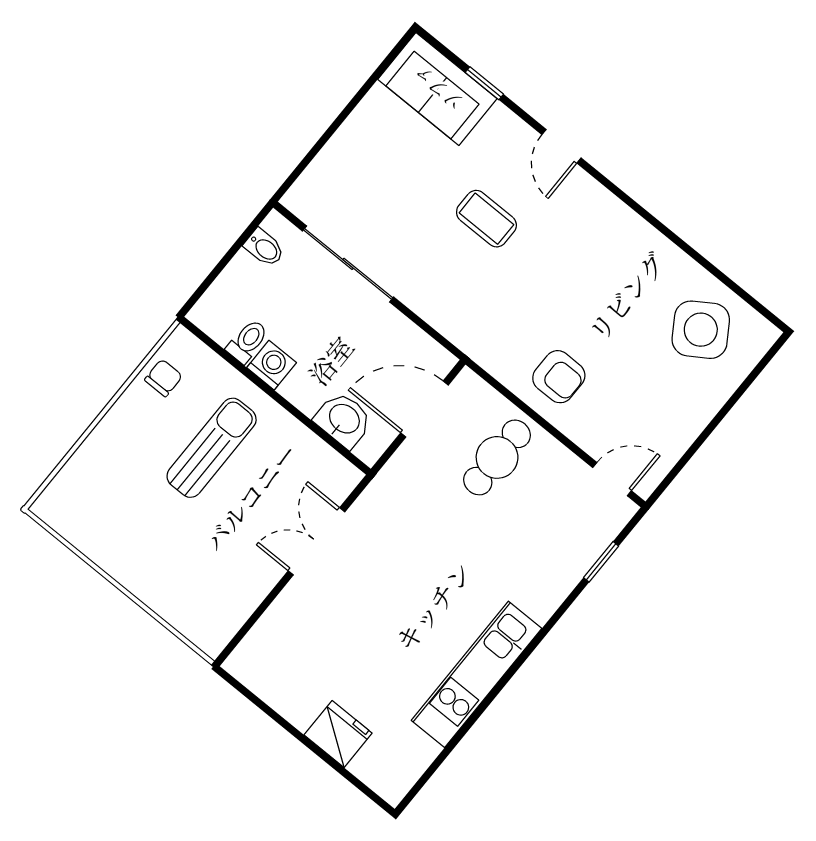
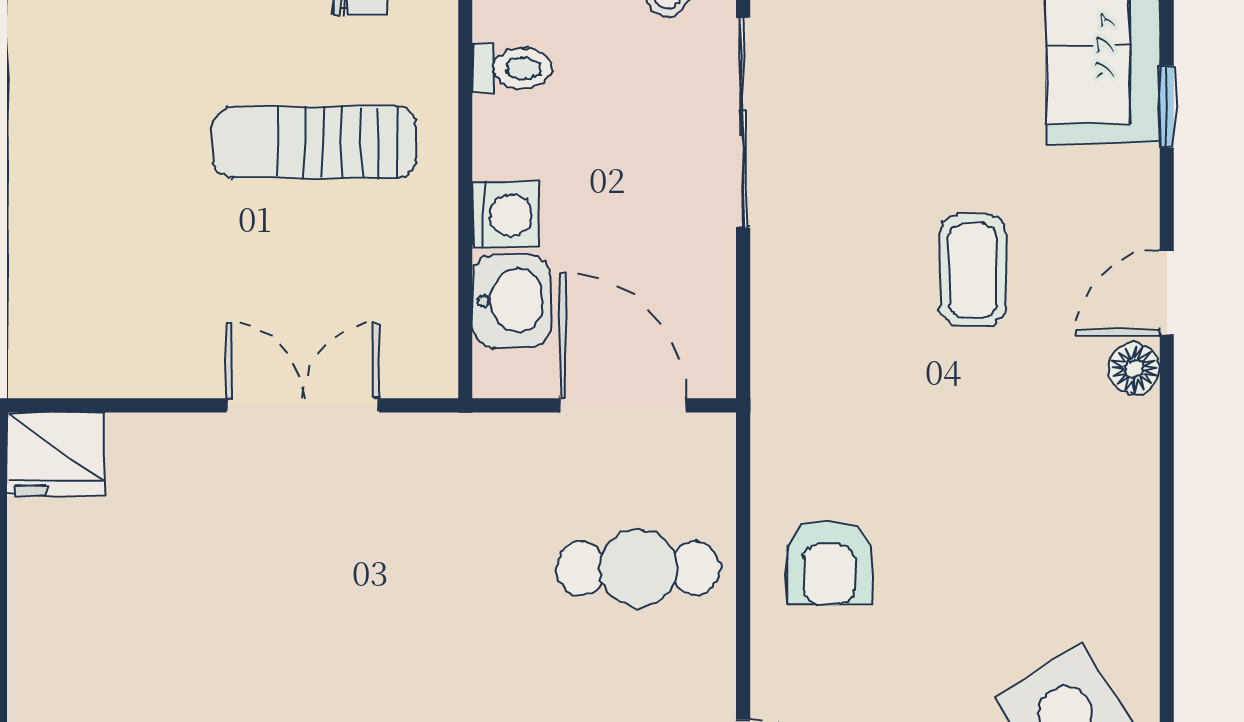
floor lamp: (582, 185) -> (1134, 369), added
washing machine: (272, 365) -> (506, 215), moved
sun lounger: (212, 448) -> (314, 142), turned 180
fridge: (338, 734) -> (55, 454), moved, turned 90

